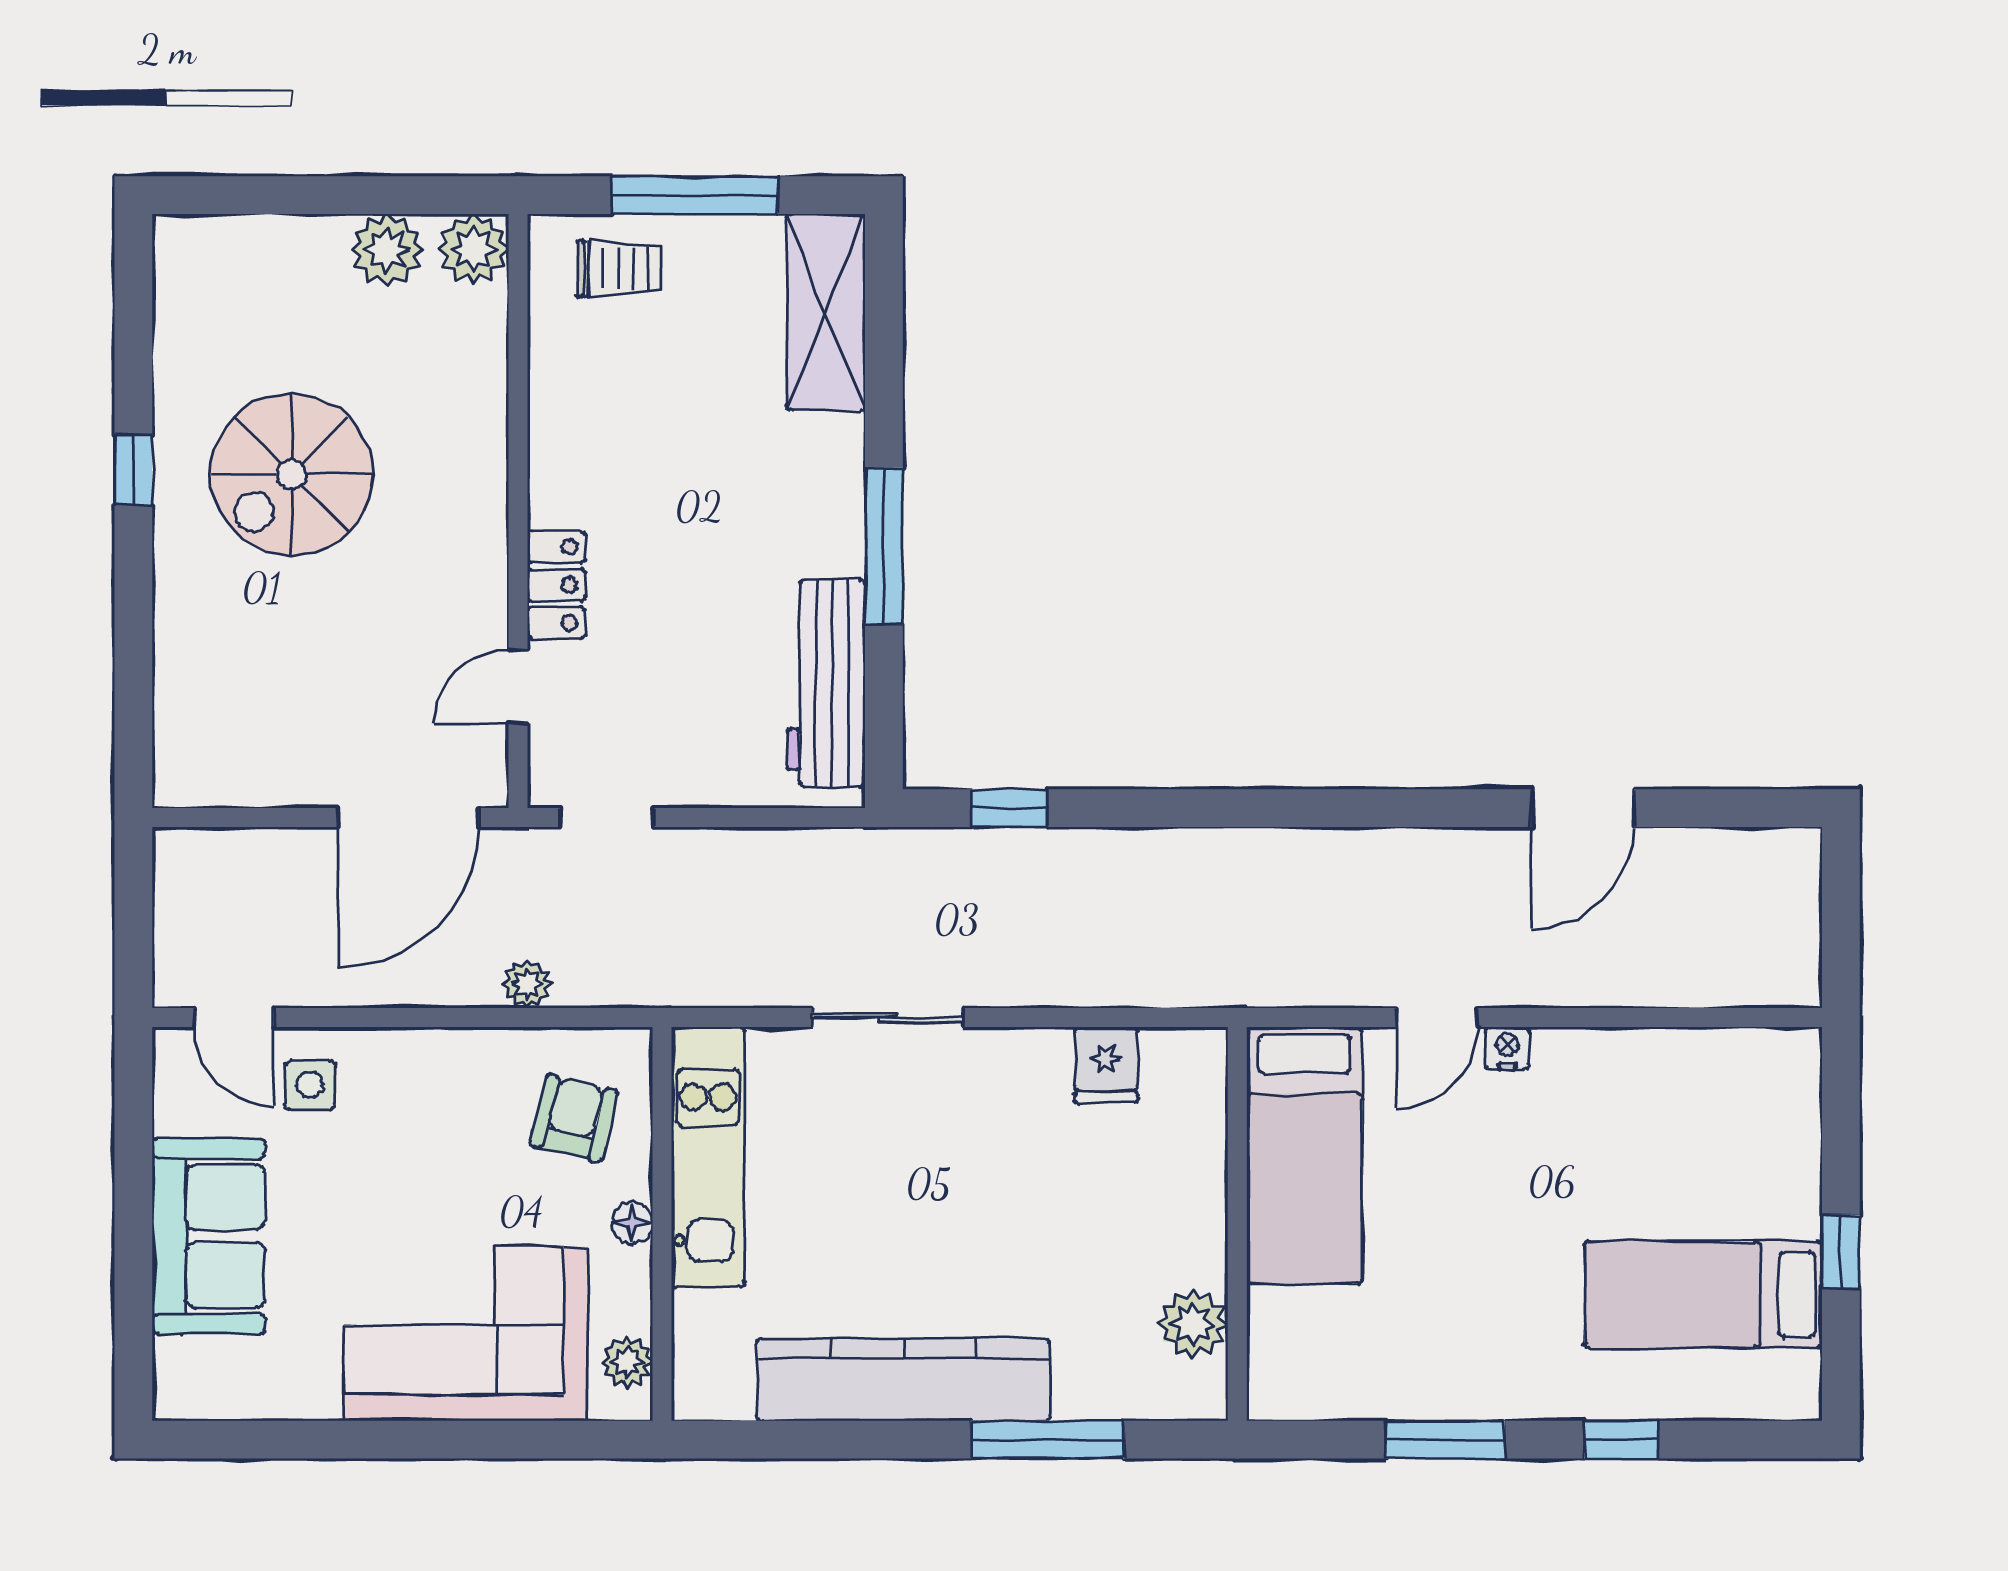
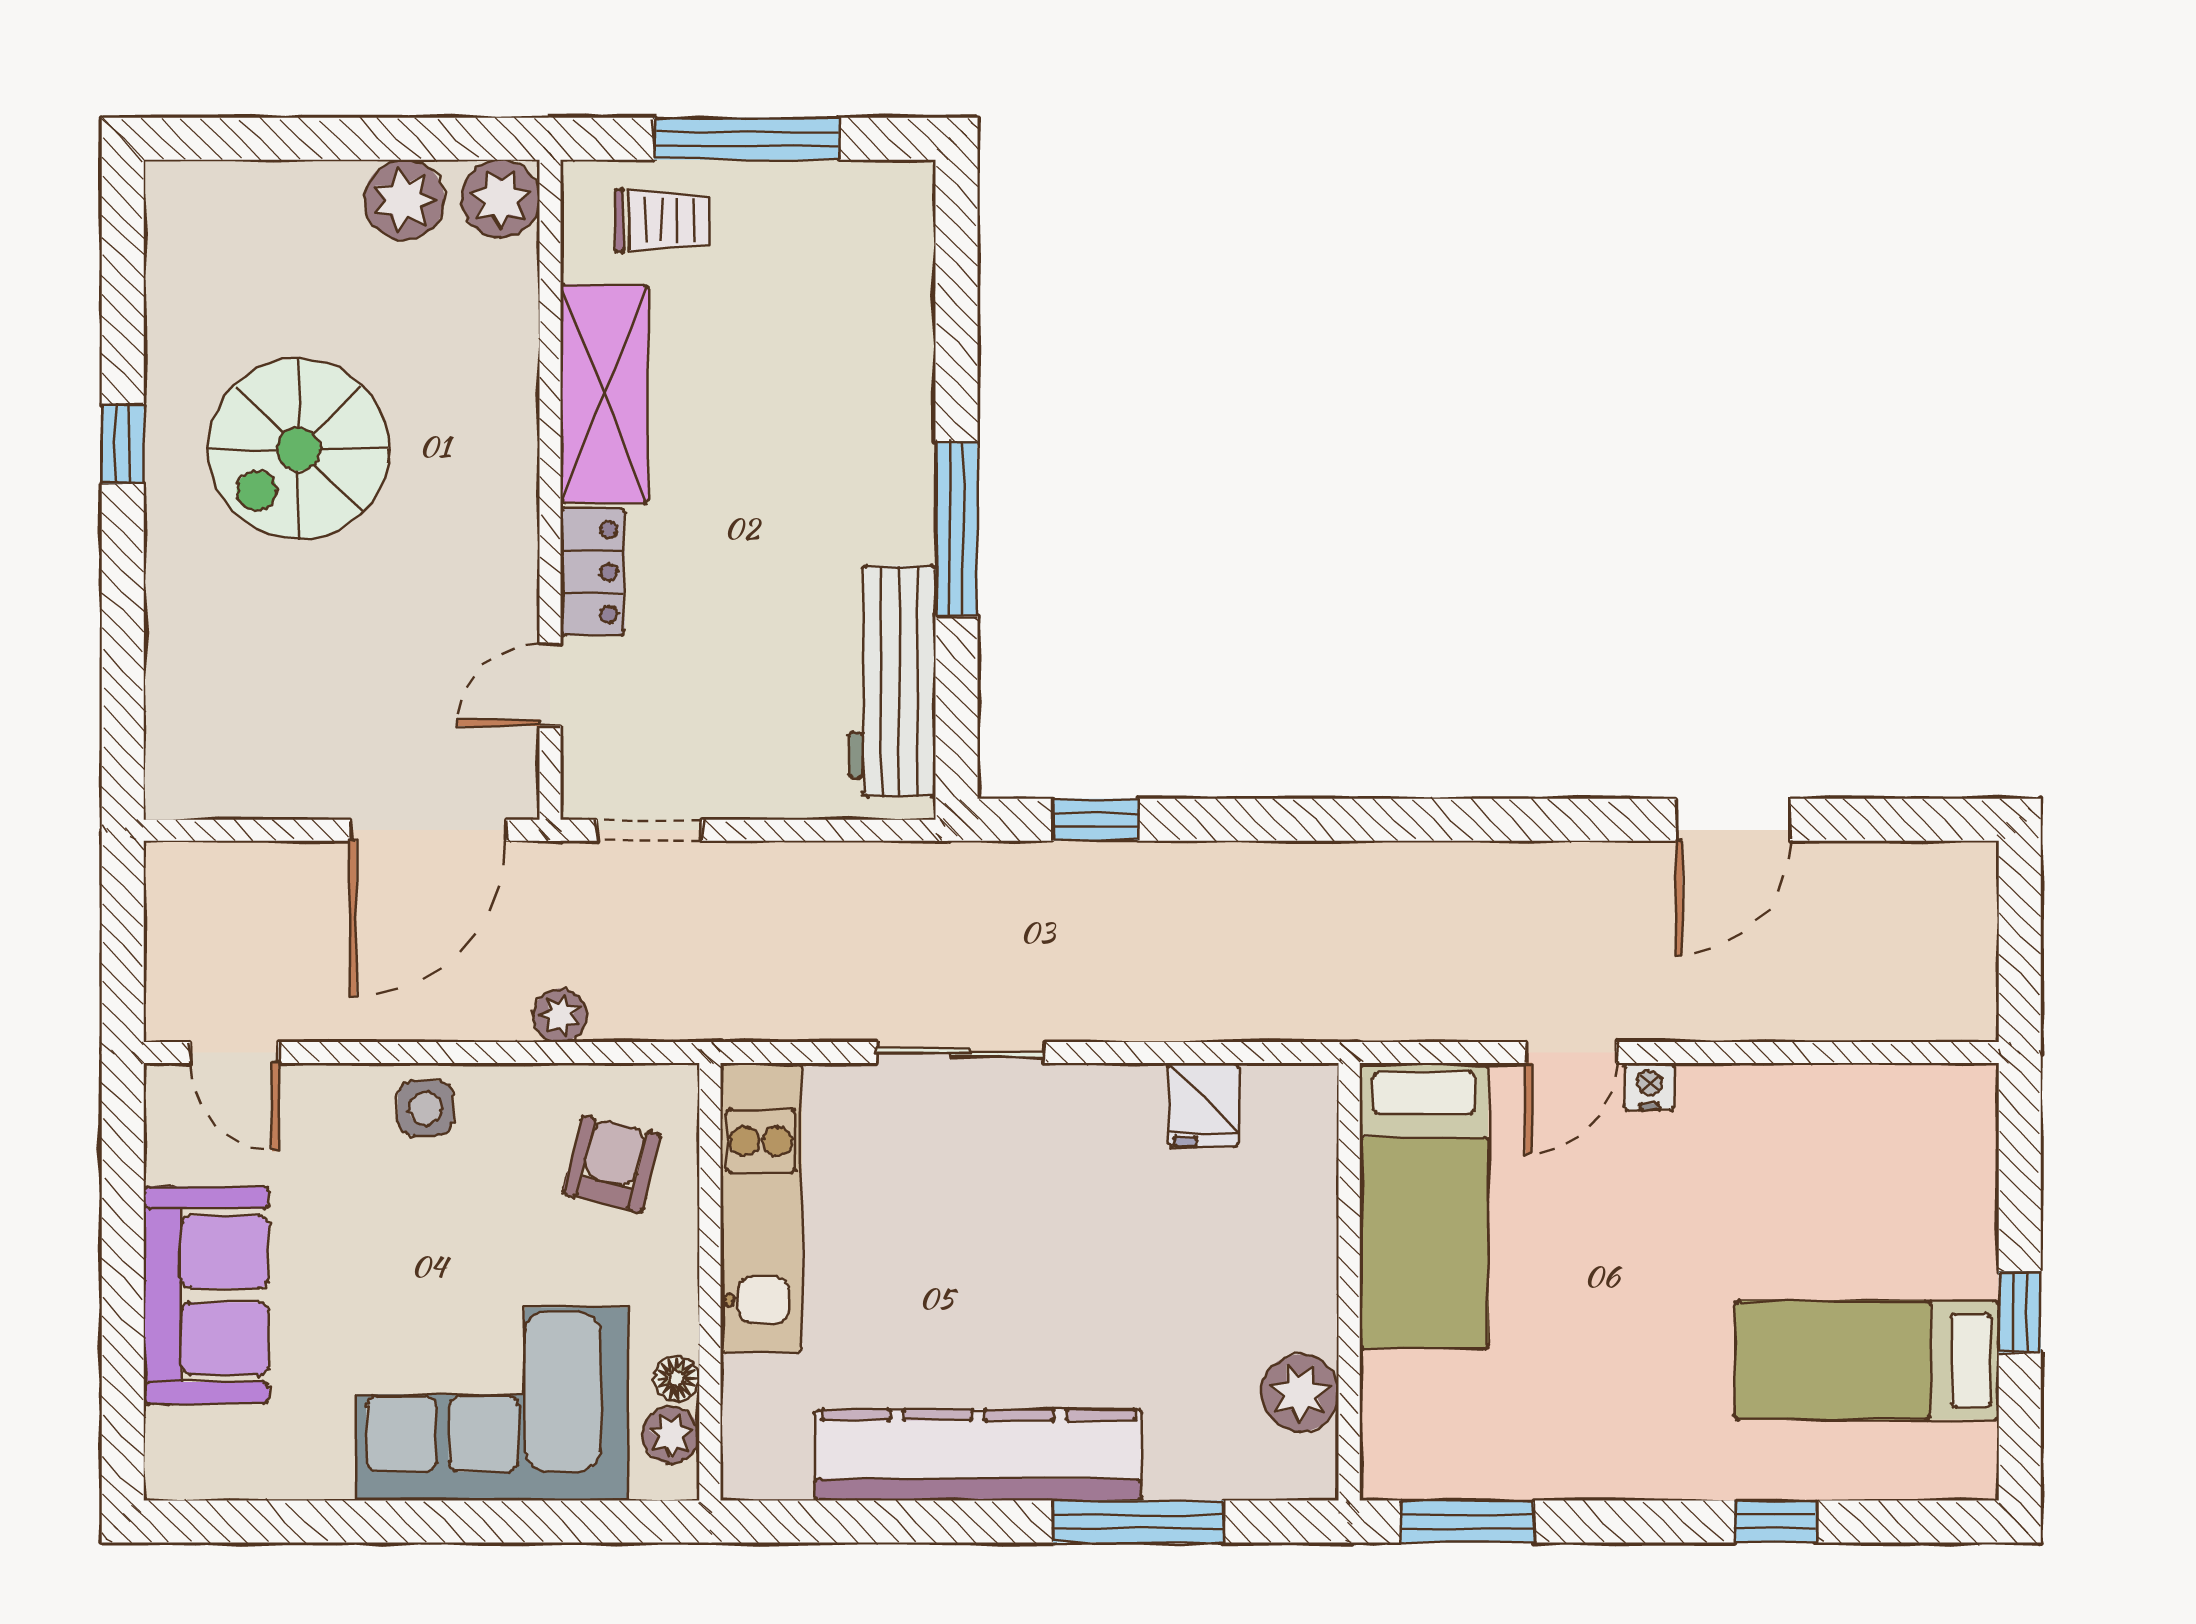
shelving: (826, 312) -> (604, 394), moved
side table: (310, 1085) -> (425, 1108), moved
floor lamp: (632, 1223) -> (677, 1379), moved
window: (1445, 1440) -> (1467, 1522), moved

